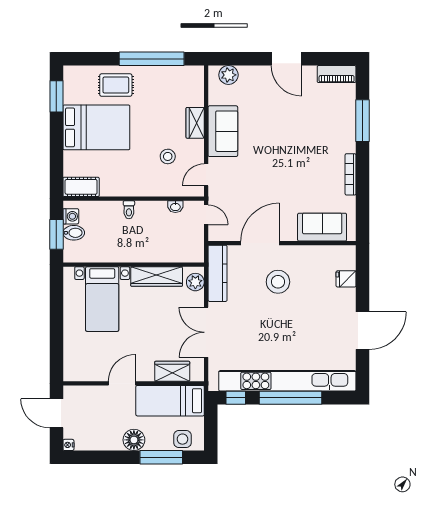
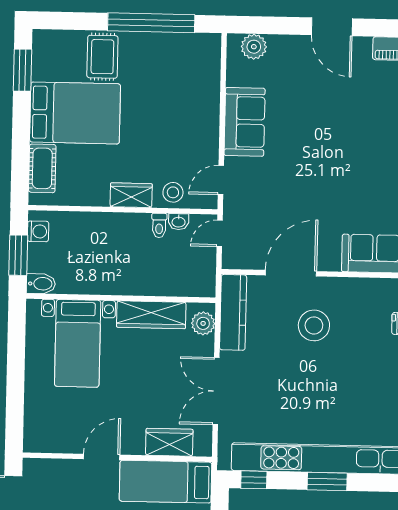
rug: (116, 85) -> (102, 57), turned 90
wardrobe: (195, 123) -> (131, 195), moved, turned 90
stool: (168, 156) -> (173, 192), moved
cot: (81, 187) -> (42, 168), moved, turned 90
toilet: (129, 210) -> (159, 225), moved
door: (206, 215) -> (220, 233), swing flipped
bidet: (74, 233) -> (41, 284), moved
window: (290, 398) -> (327, 482), width x0.47

